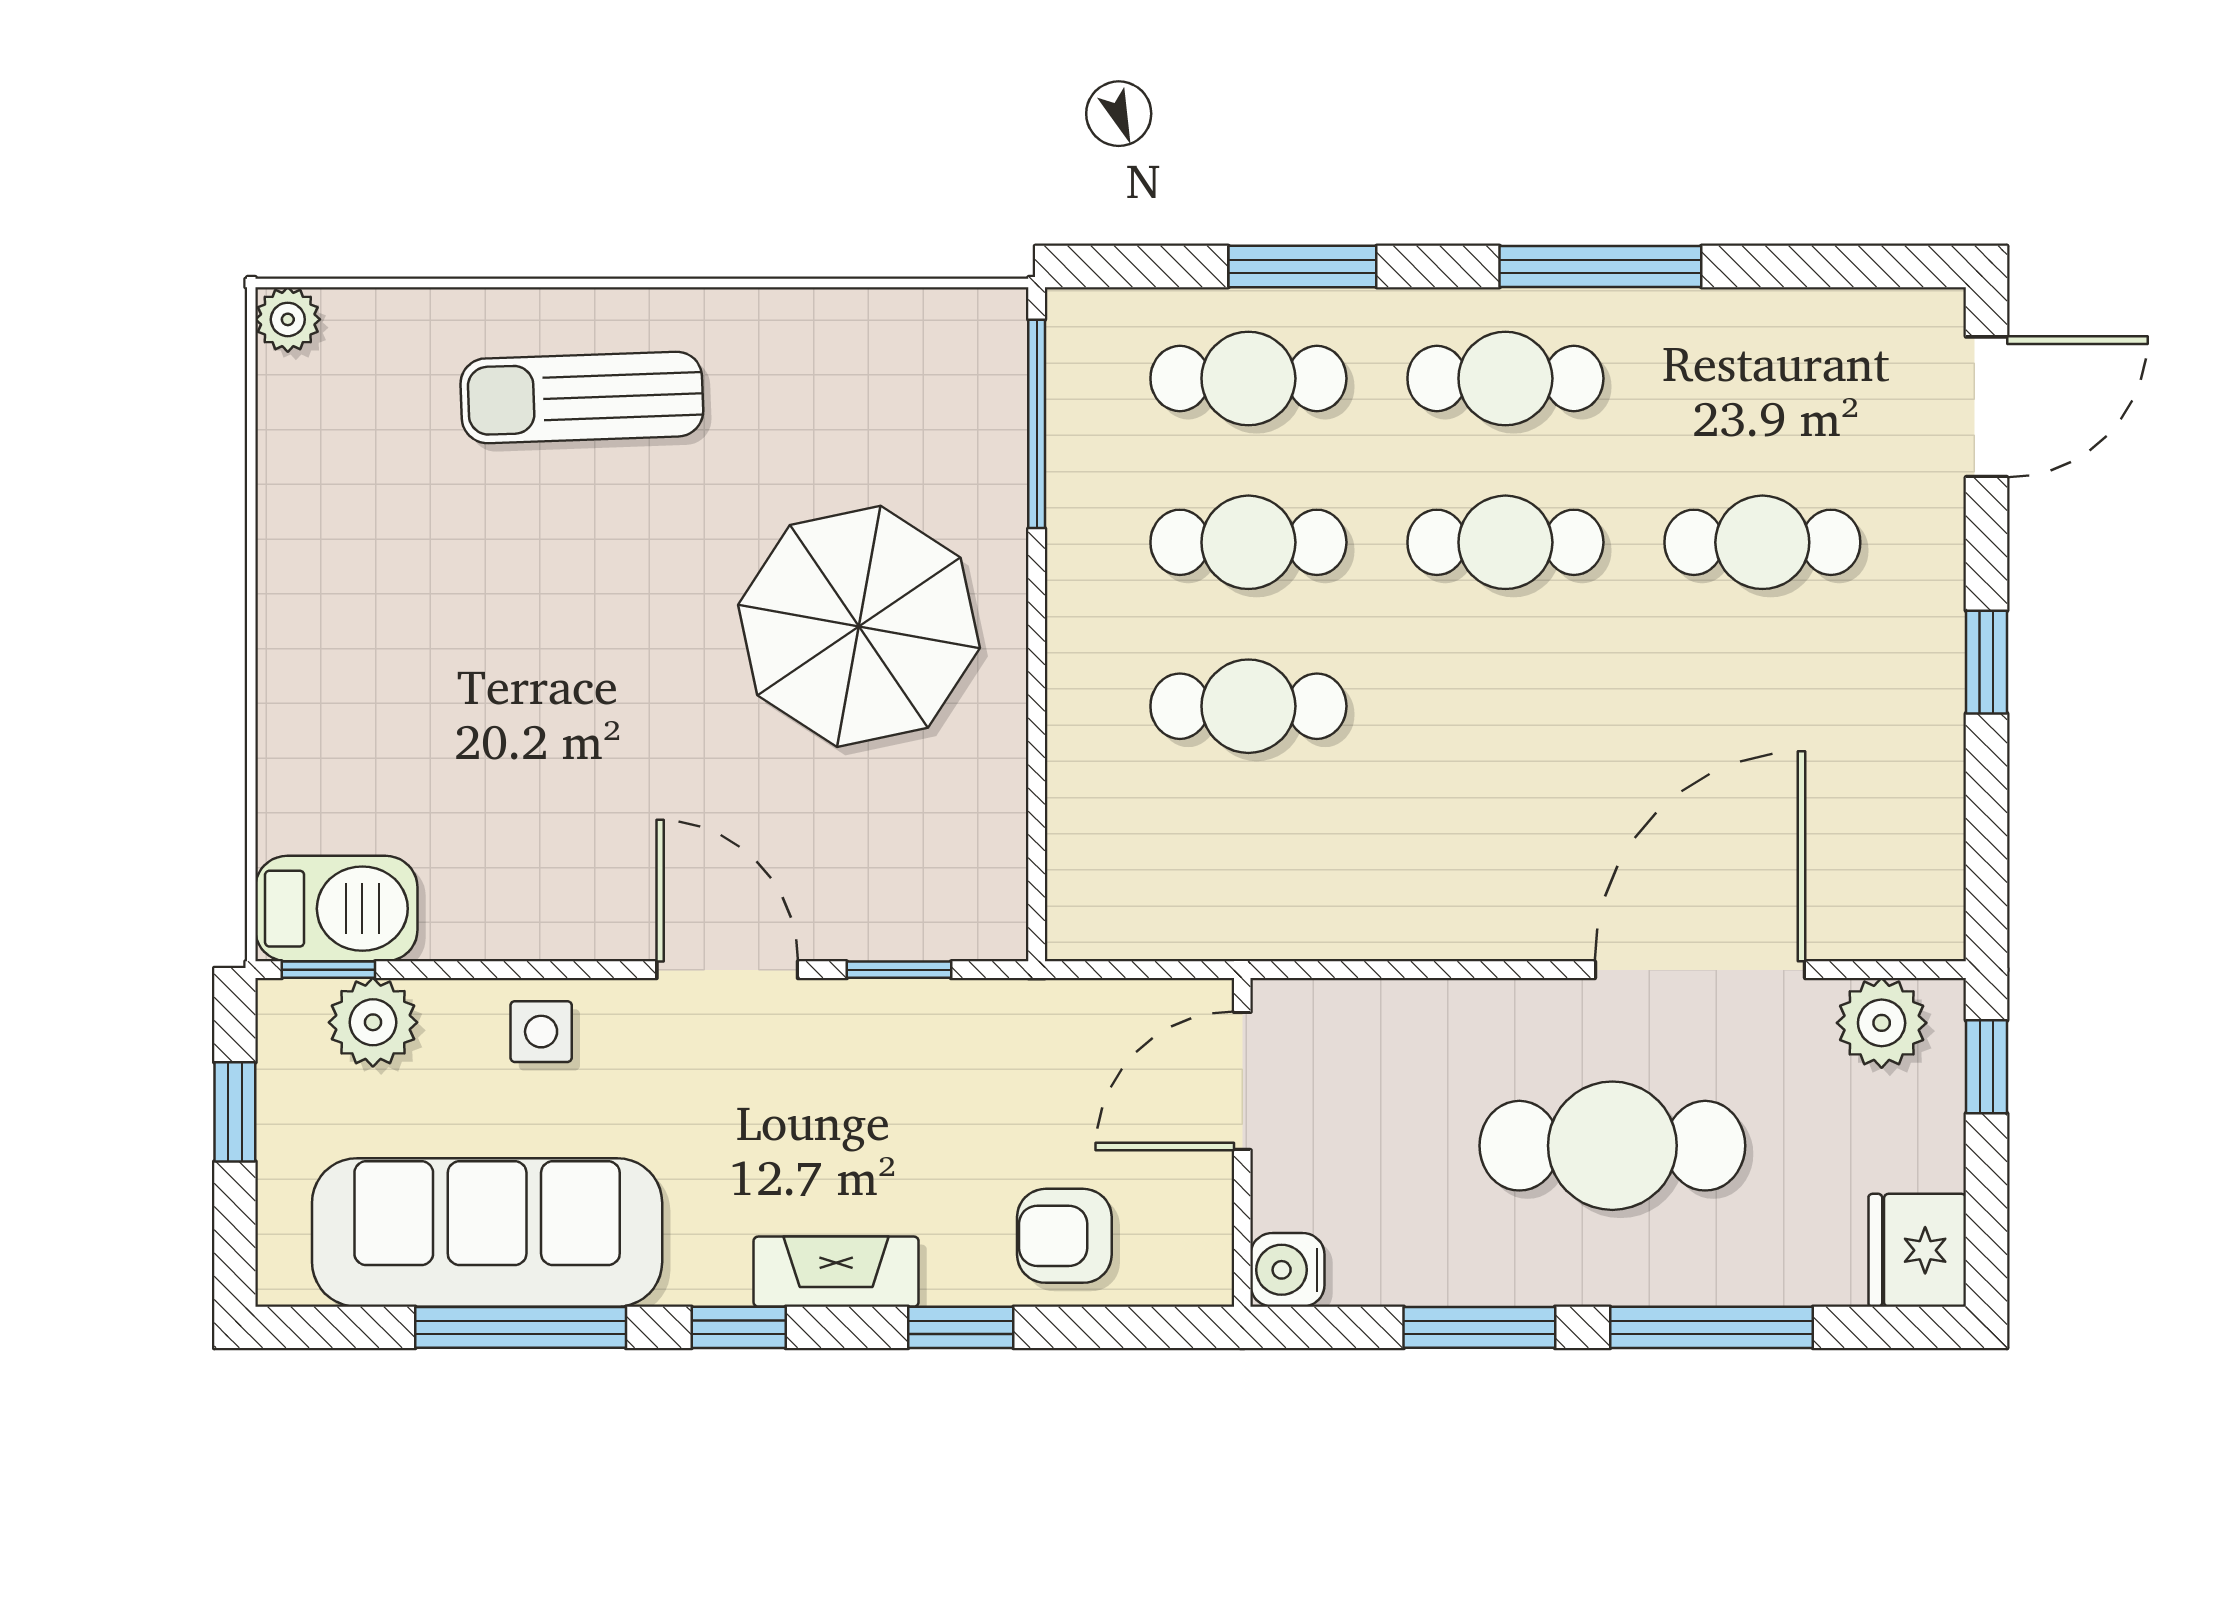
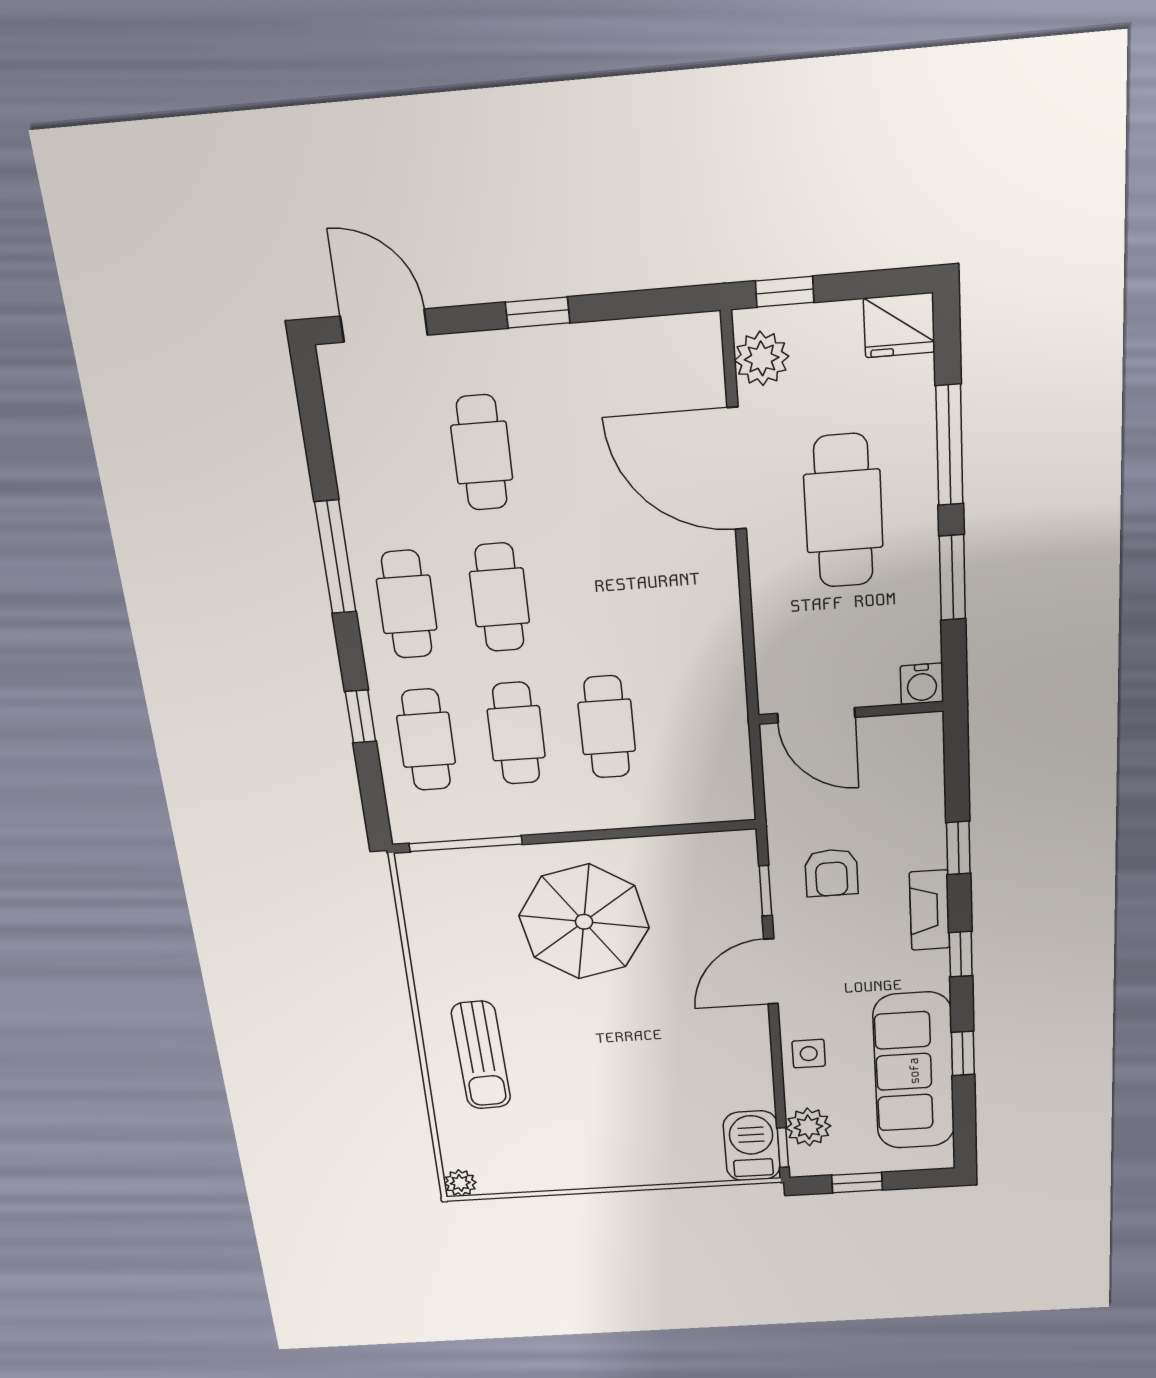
window: (1302, 267) -> (361, 716), width x0.67
armchair: (1064, 1236) -> (831, 873), moved
window: (521, 1327) -> (963, 1053), width x0.46

